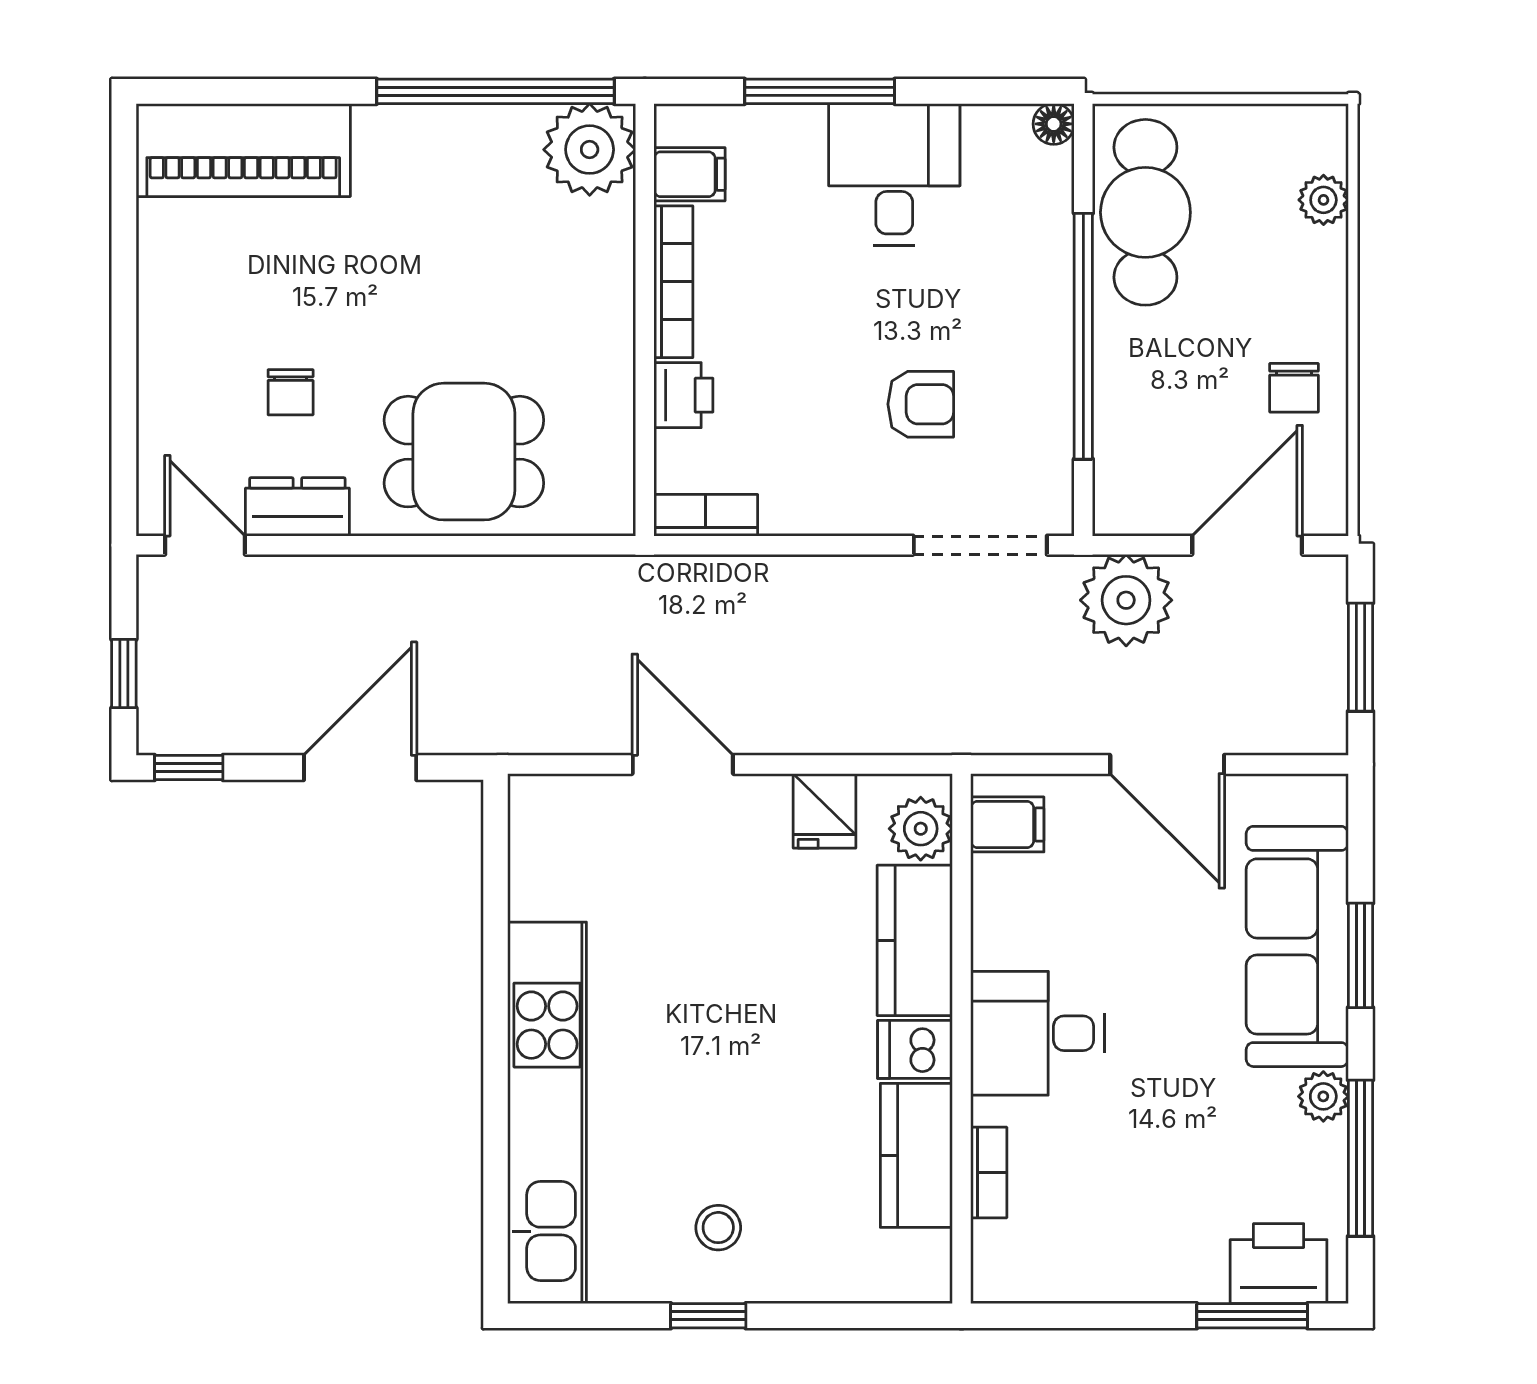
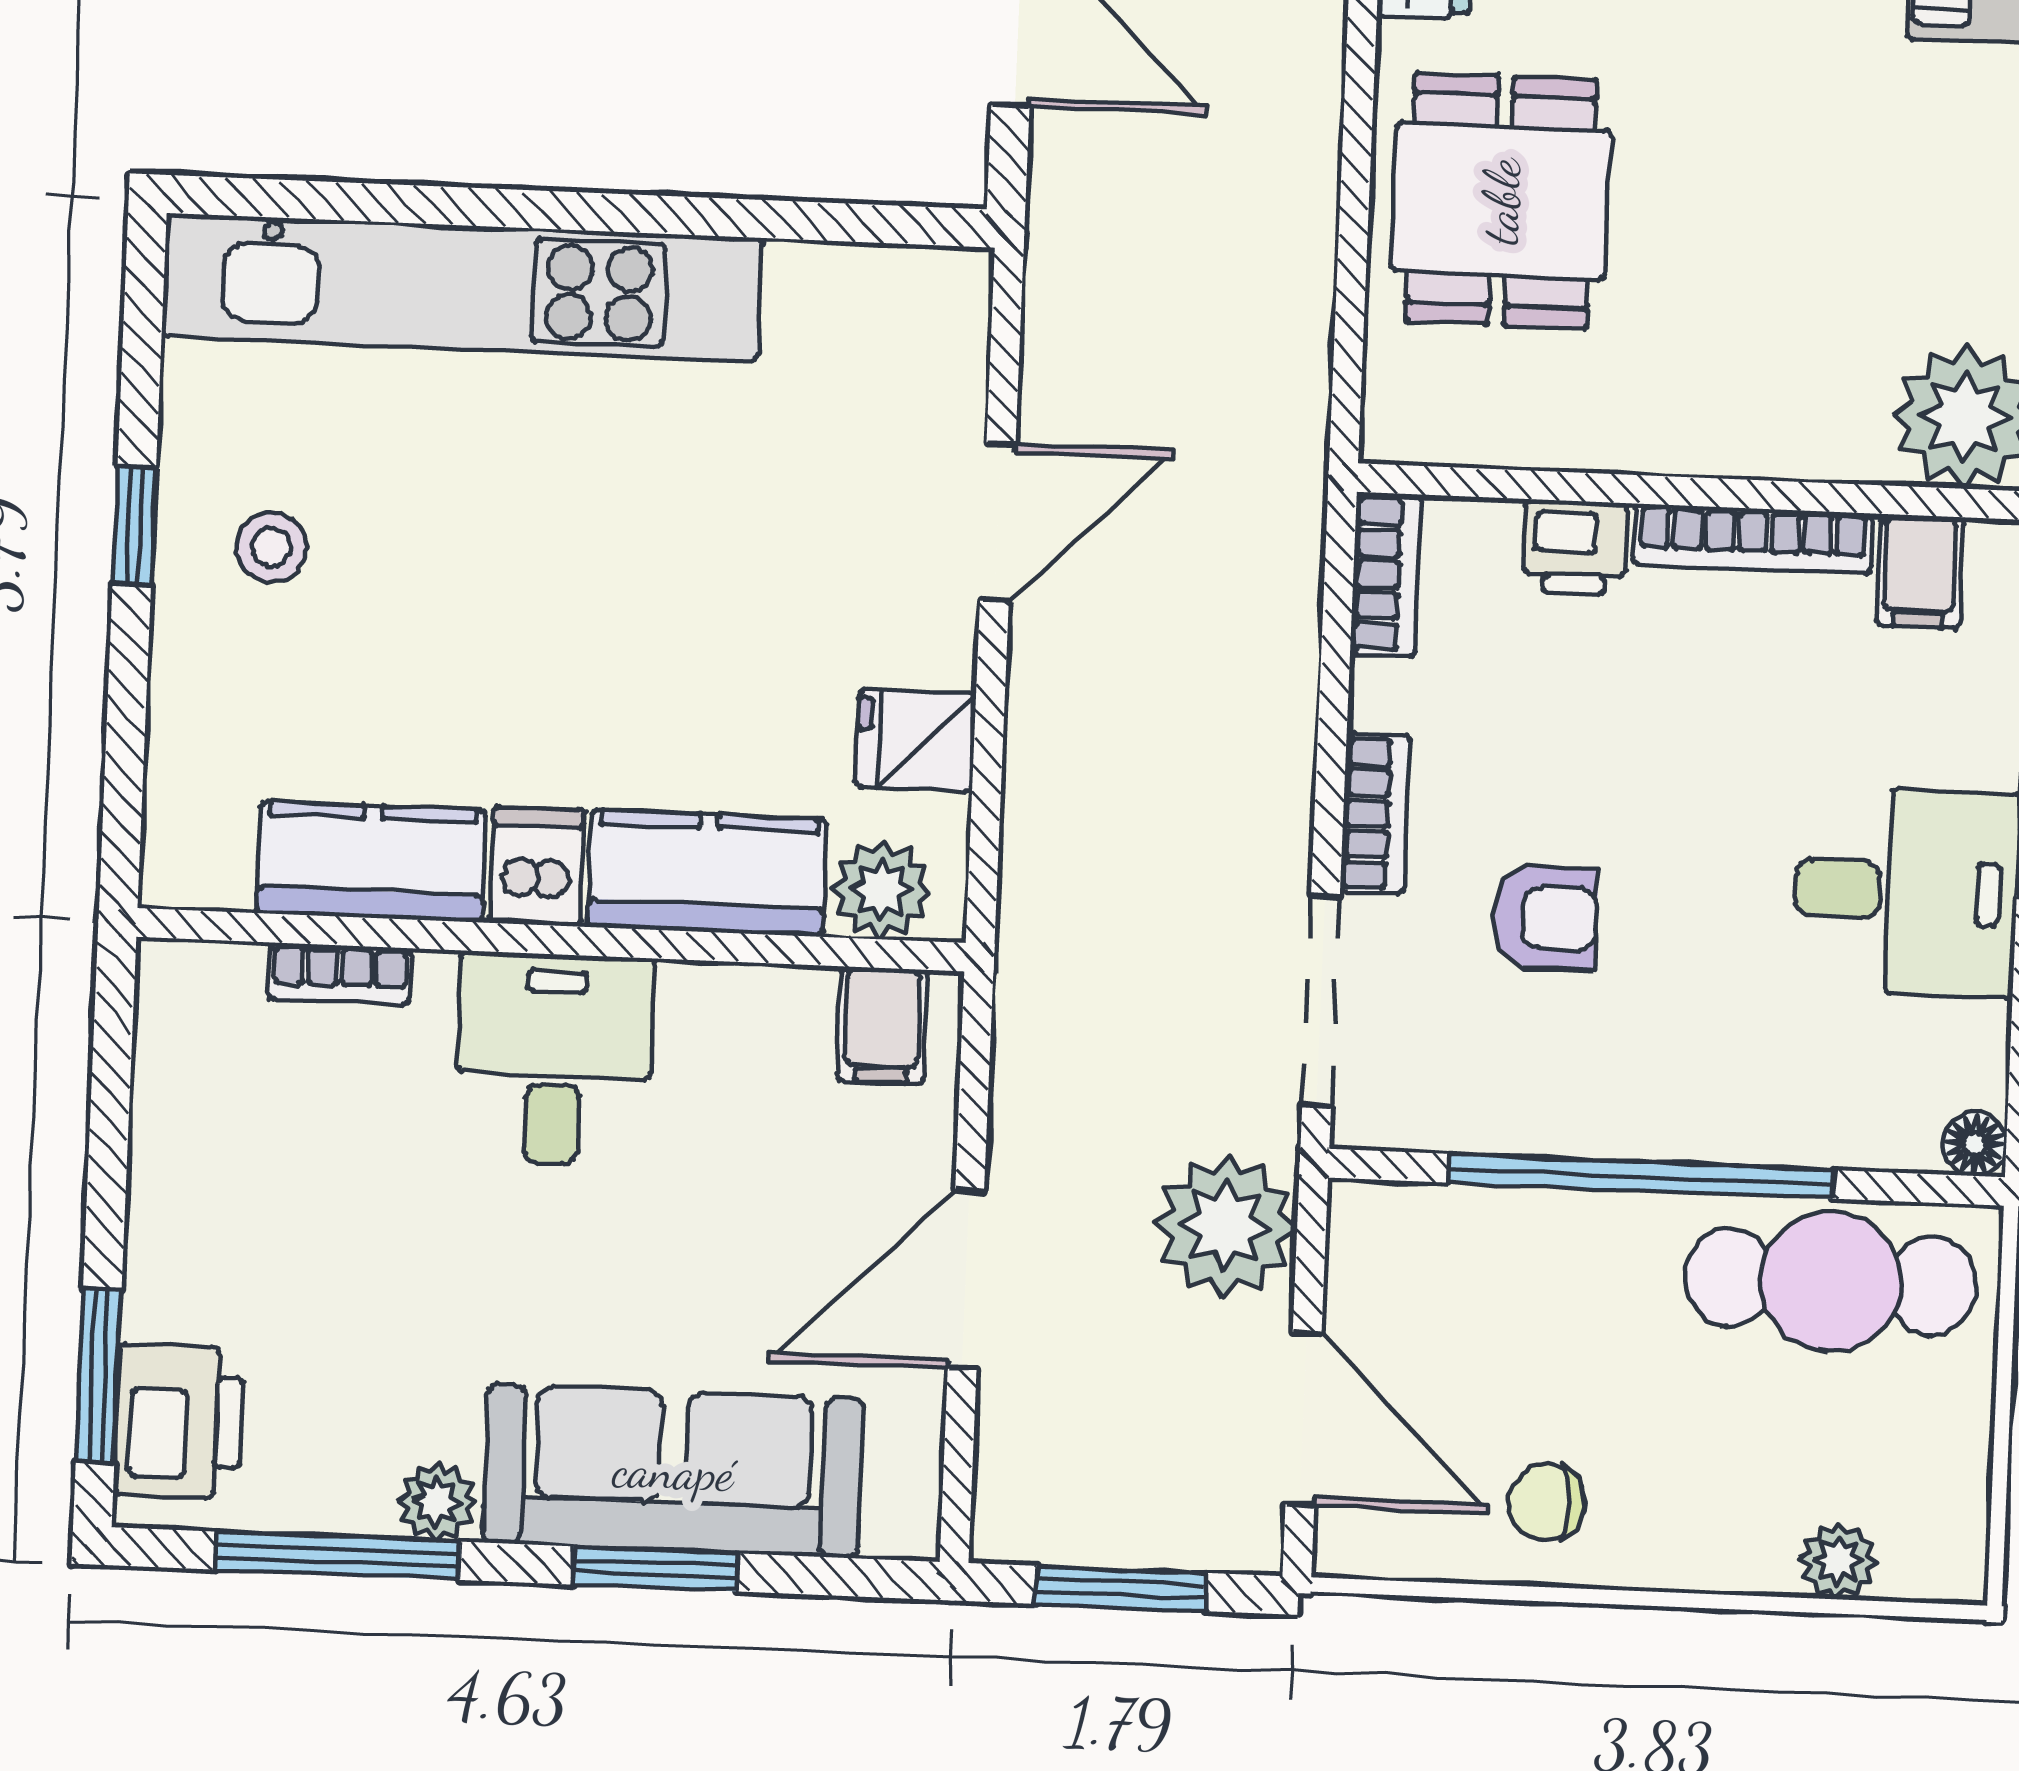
armchair: (921, 404) -> (1545, 918), turned -90
bookcase: (859, 516) -> (1375, 814), added

